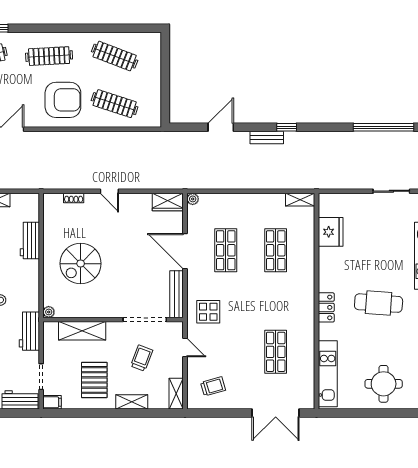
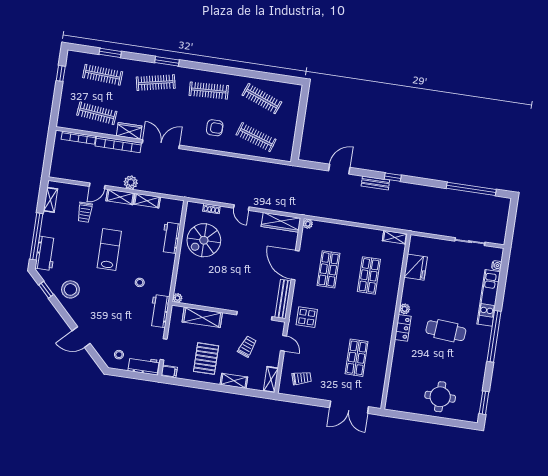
armchair: (63, 100) -> (215, 128), width x0.53, depth x0.53
wardrobe: (168, 202) -> (281, 222), width x1.50
spiral stairs: (81, 264) -> (204, 240), moved
plant: (325, 284) -> (405, 309), added
kitchen unit: (328, 374) -> (396, 382), removed

